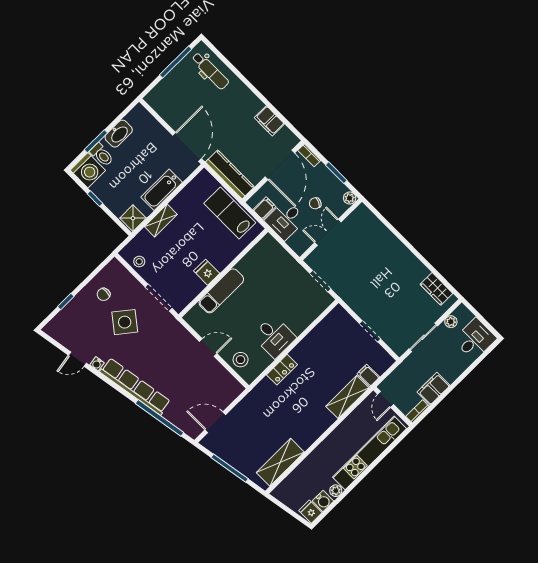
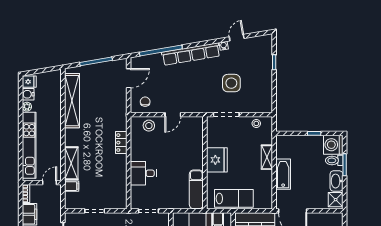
shower: (133, 218) -> (336, 200), moved
fridge: (207, 272) -> (217, 160), width x1.88, depth x1.34
exam couch: (221, 291) -> (196, 189), moved
chair: (104, 294) -> (145, 102), moved
side table: (125, 322) -> (231, 83), turned -38
desk: (274, 337) -> (143, 173), moved
door: (386, 399) -> (50, 183), hinge flipped
shelving: (280, 462) -> (72, 101), width x1.47

